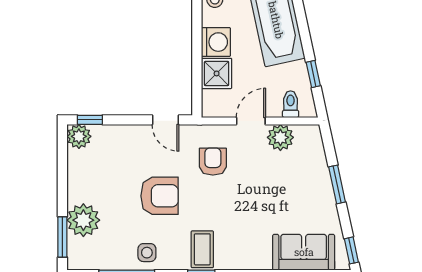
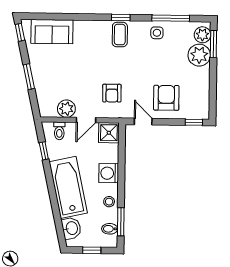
shower: (217, 73) -> (109, 133), moved
plant: (79, 136) -> (202, 35), moved
armchair: (160, 196) -> (166, 98), moved, turned 90

